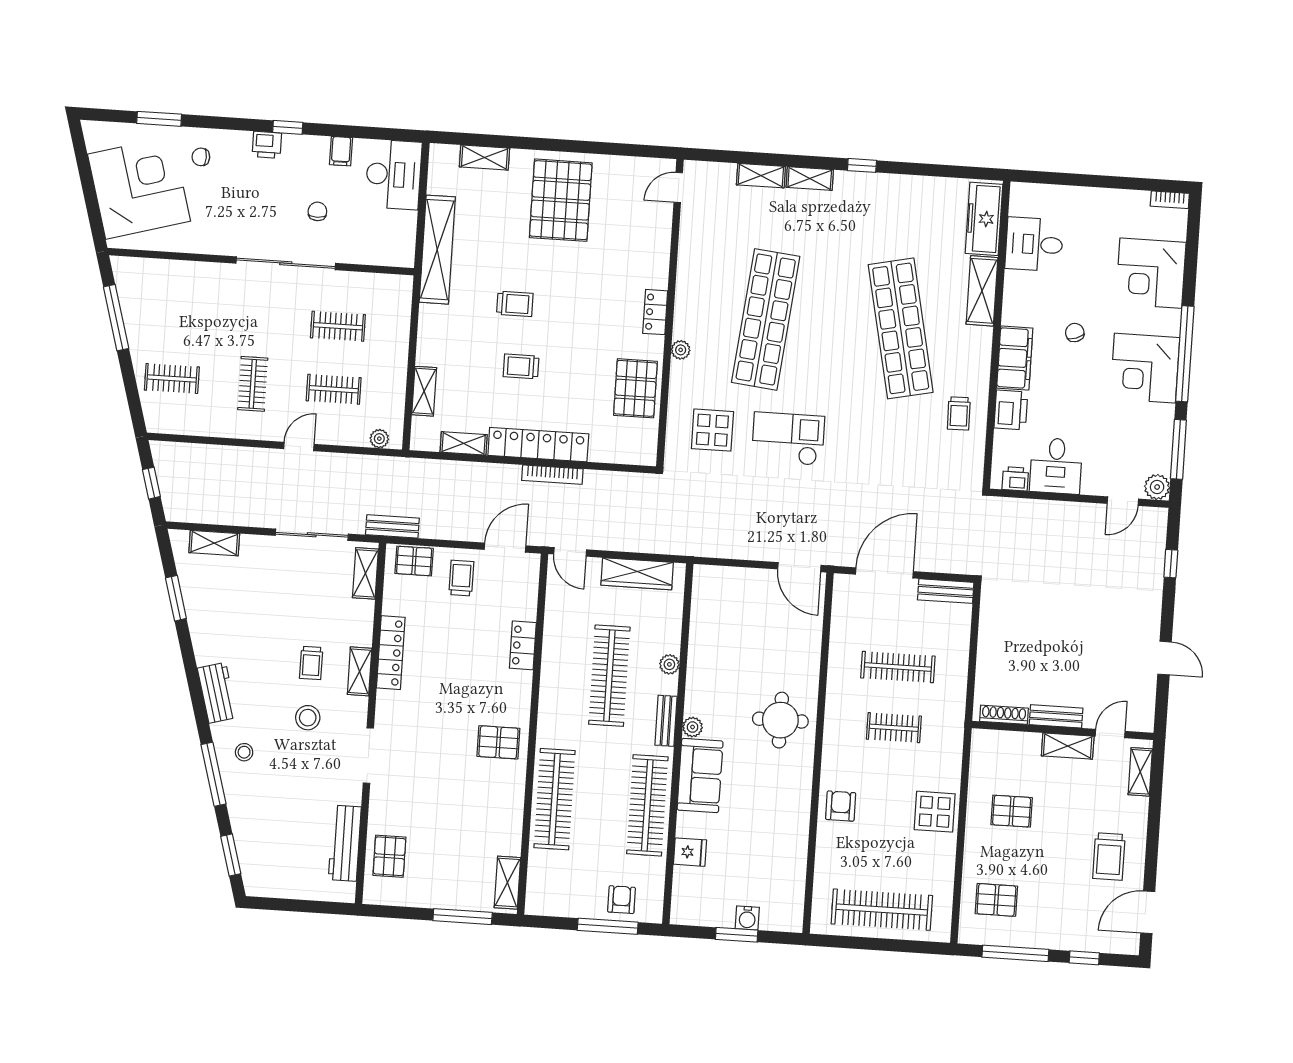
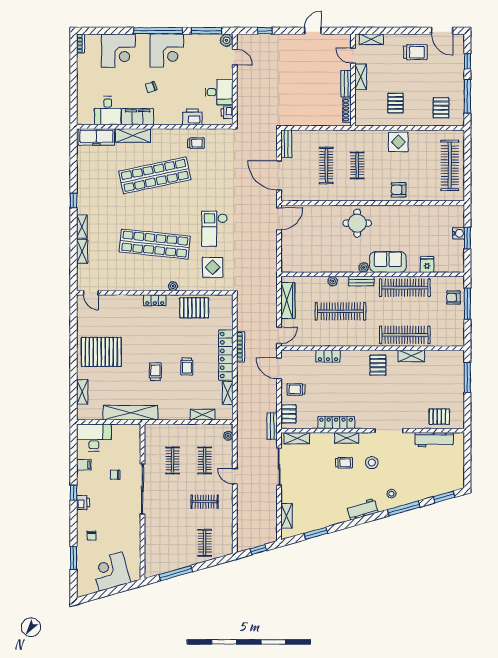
corner desk: (139, 188) -> (111, 571), width x0.74, depth x0.74
filing cabinet: (1015, 358) -> (138, 117), moved
shelving: (507, 883) -> (411, 356), moved

